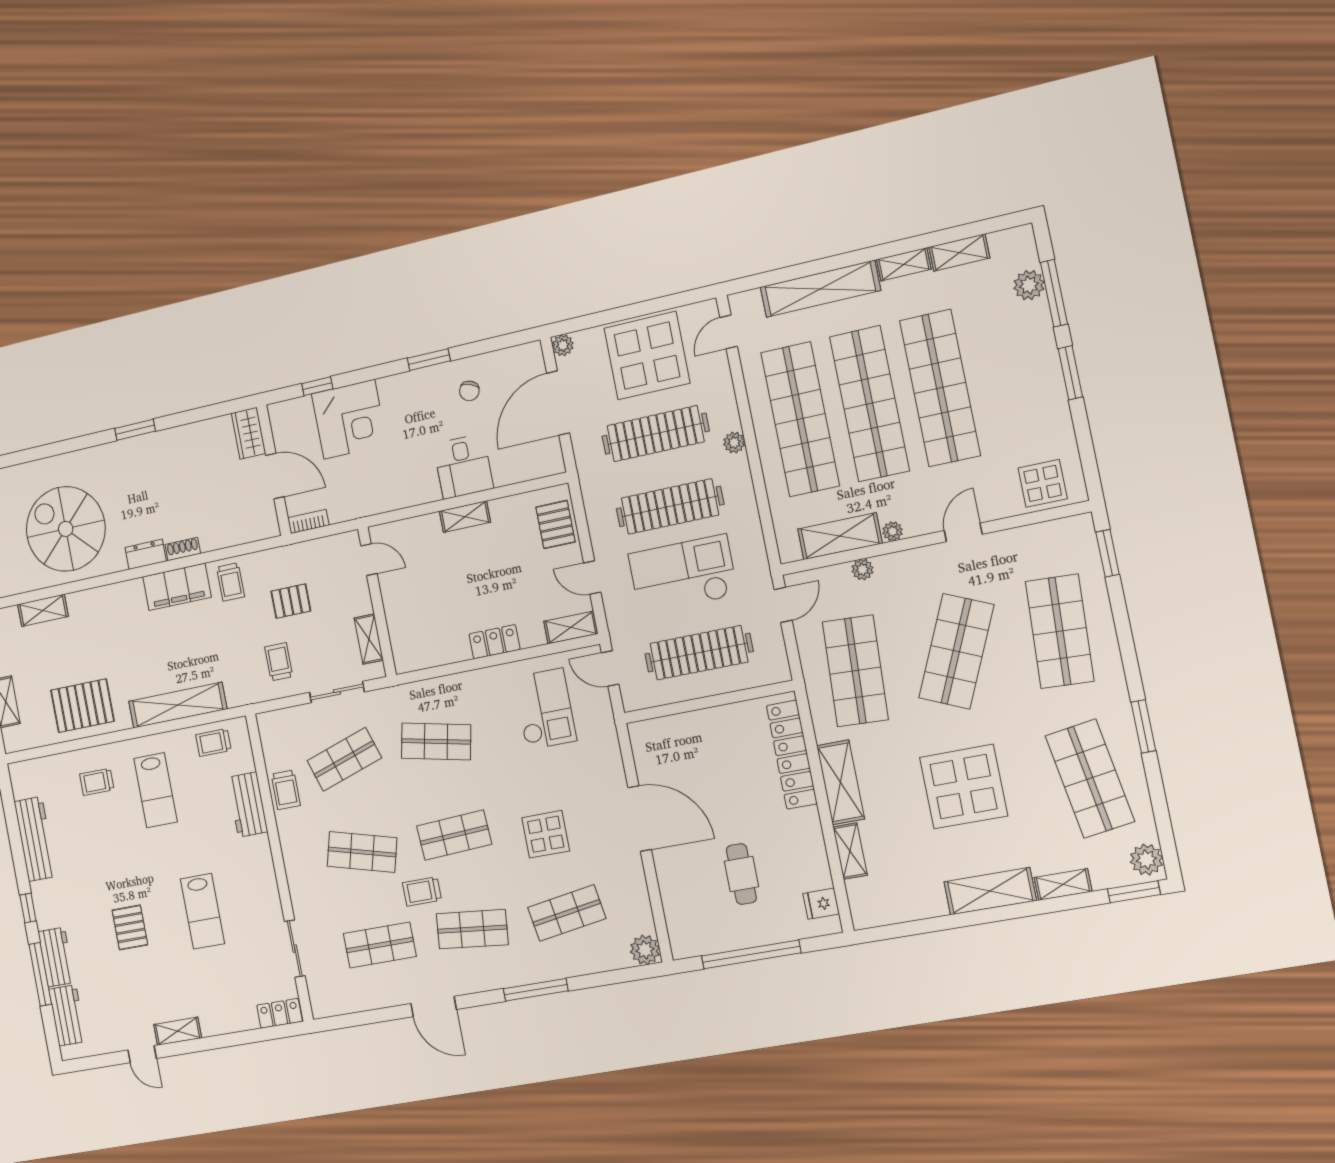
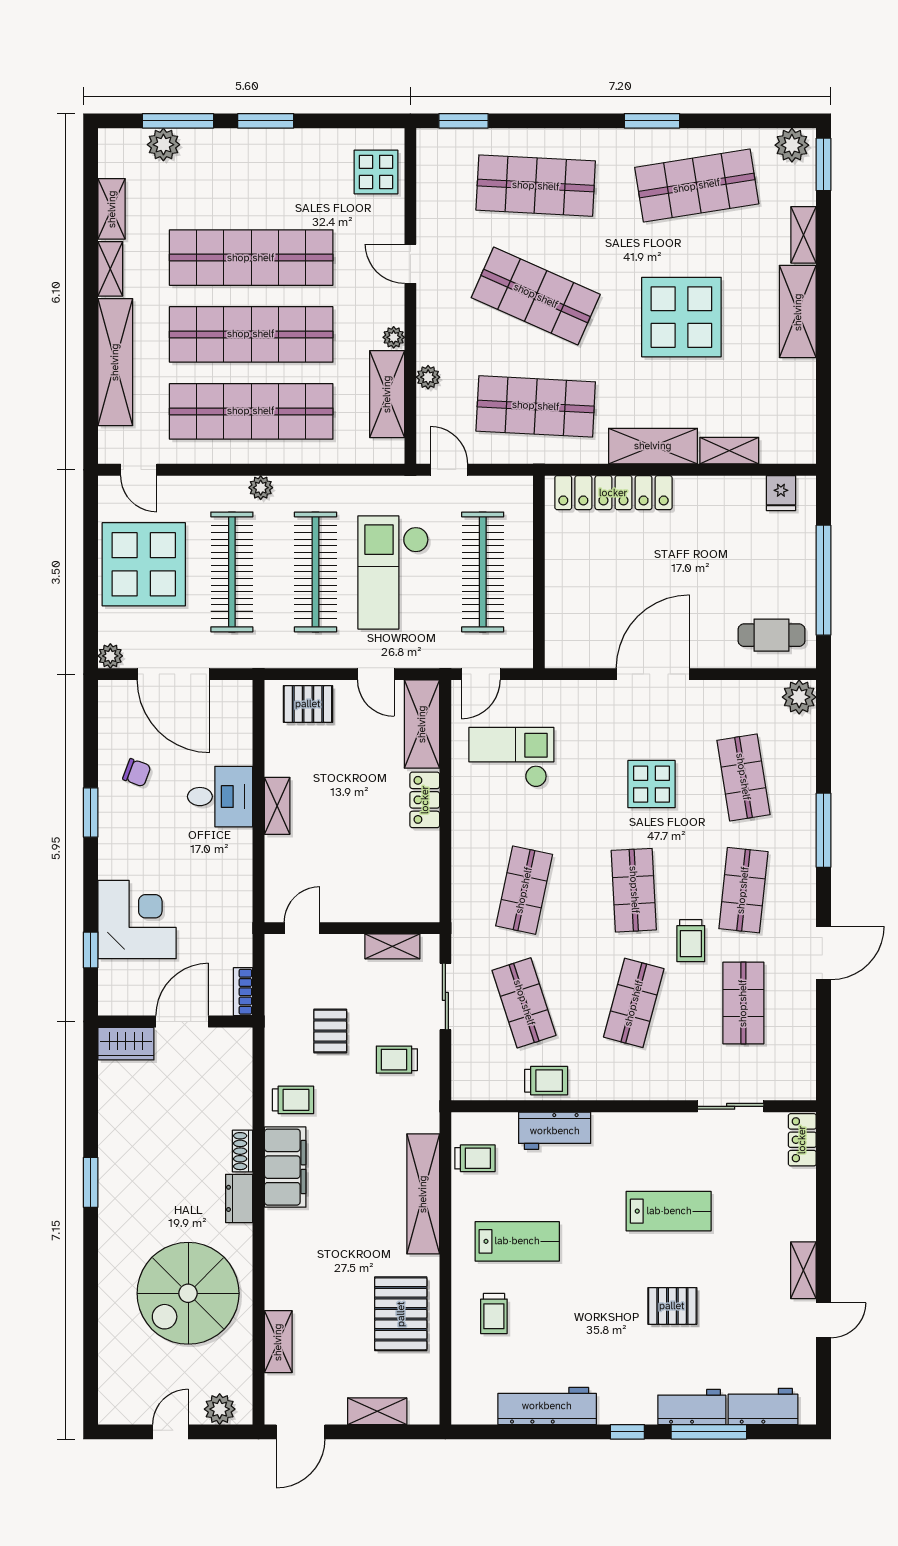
door: (592, 578) -> (376, 674), hinge flipped
shelving: (571, 628) -> (422, 724), width x1.50, depth x1.33
trolley: (213, 742) -> (475, 1158), turned -90
cafe table: (741, 874) -> (771, 635), moved

